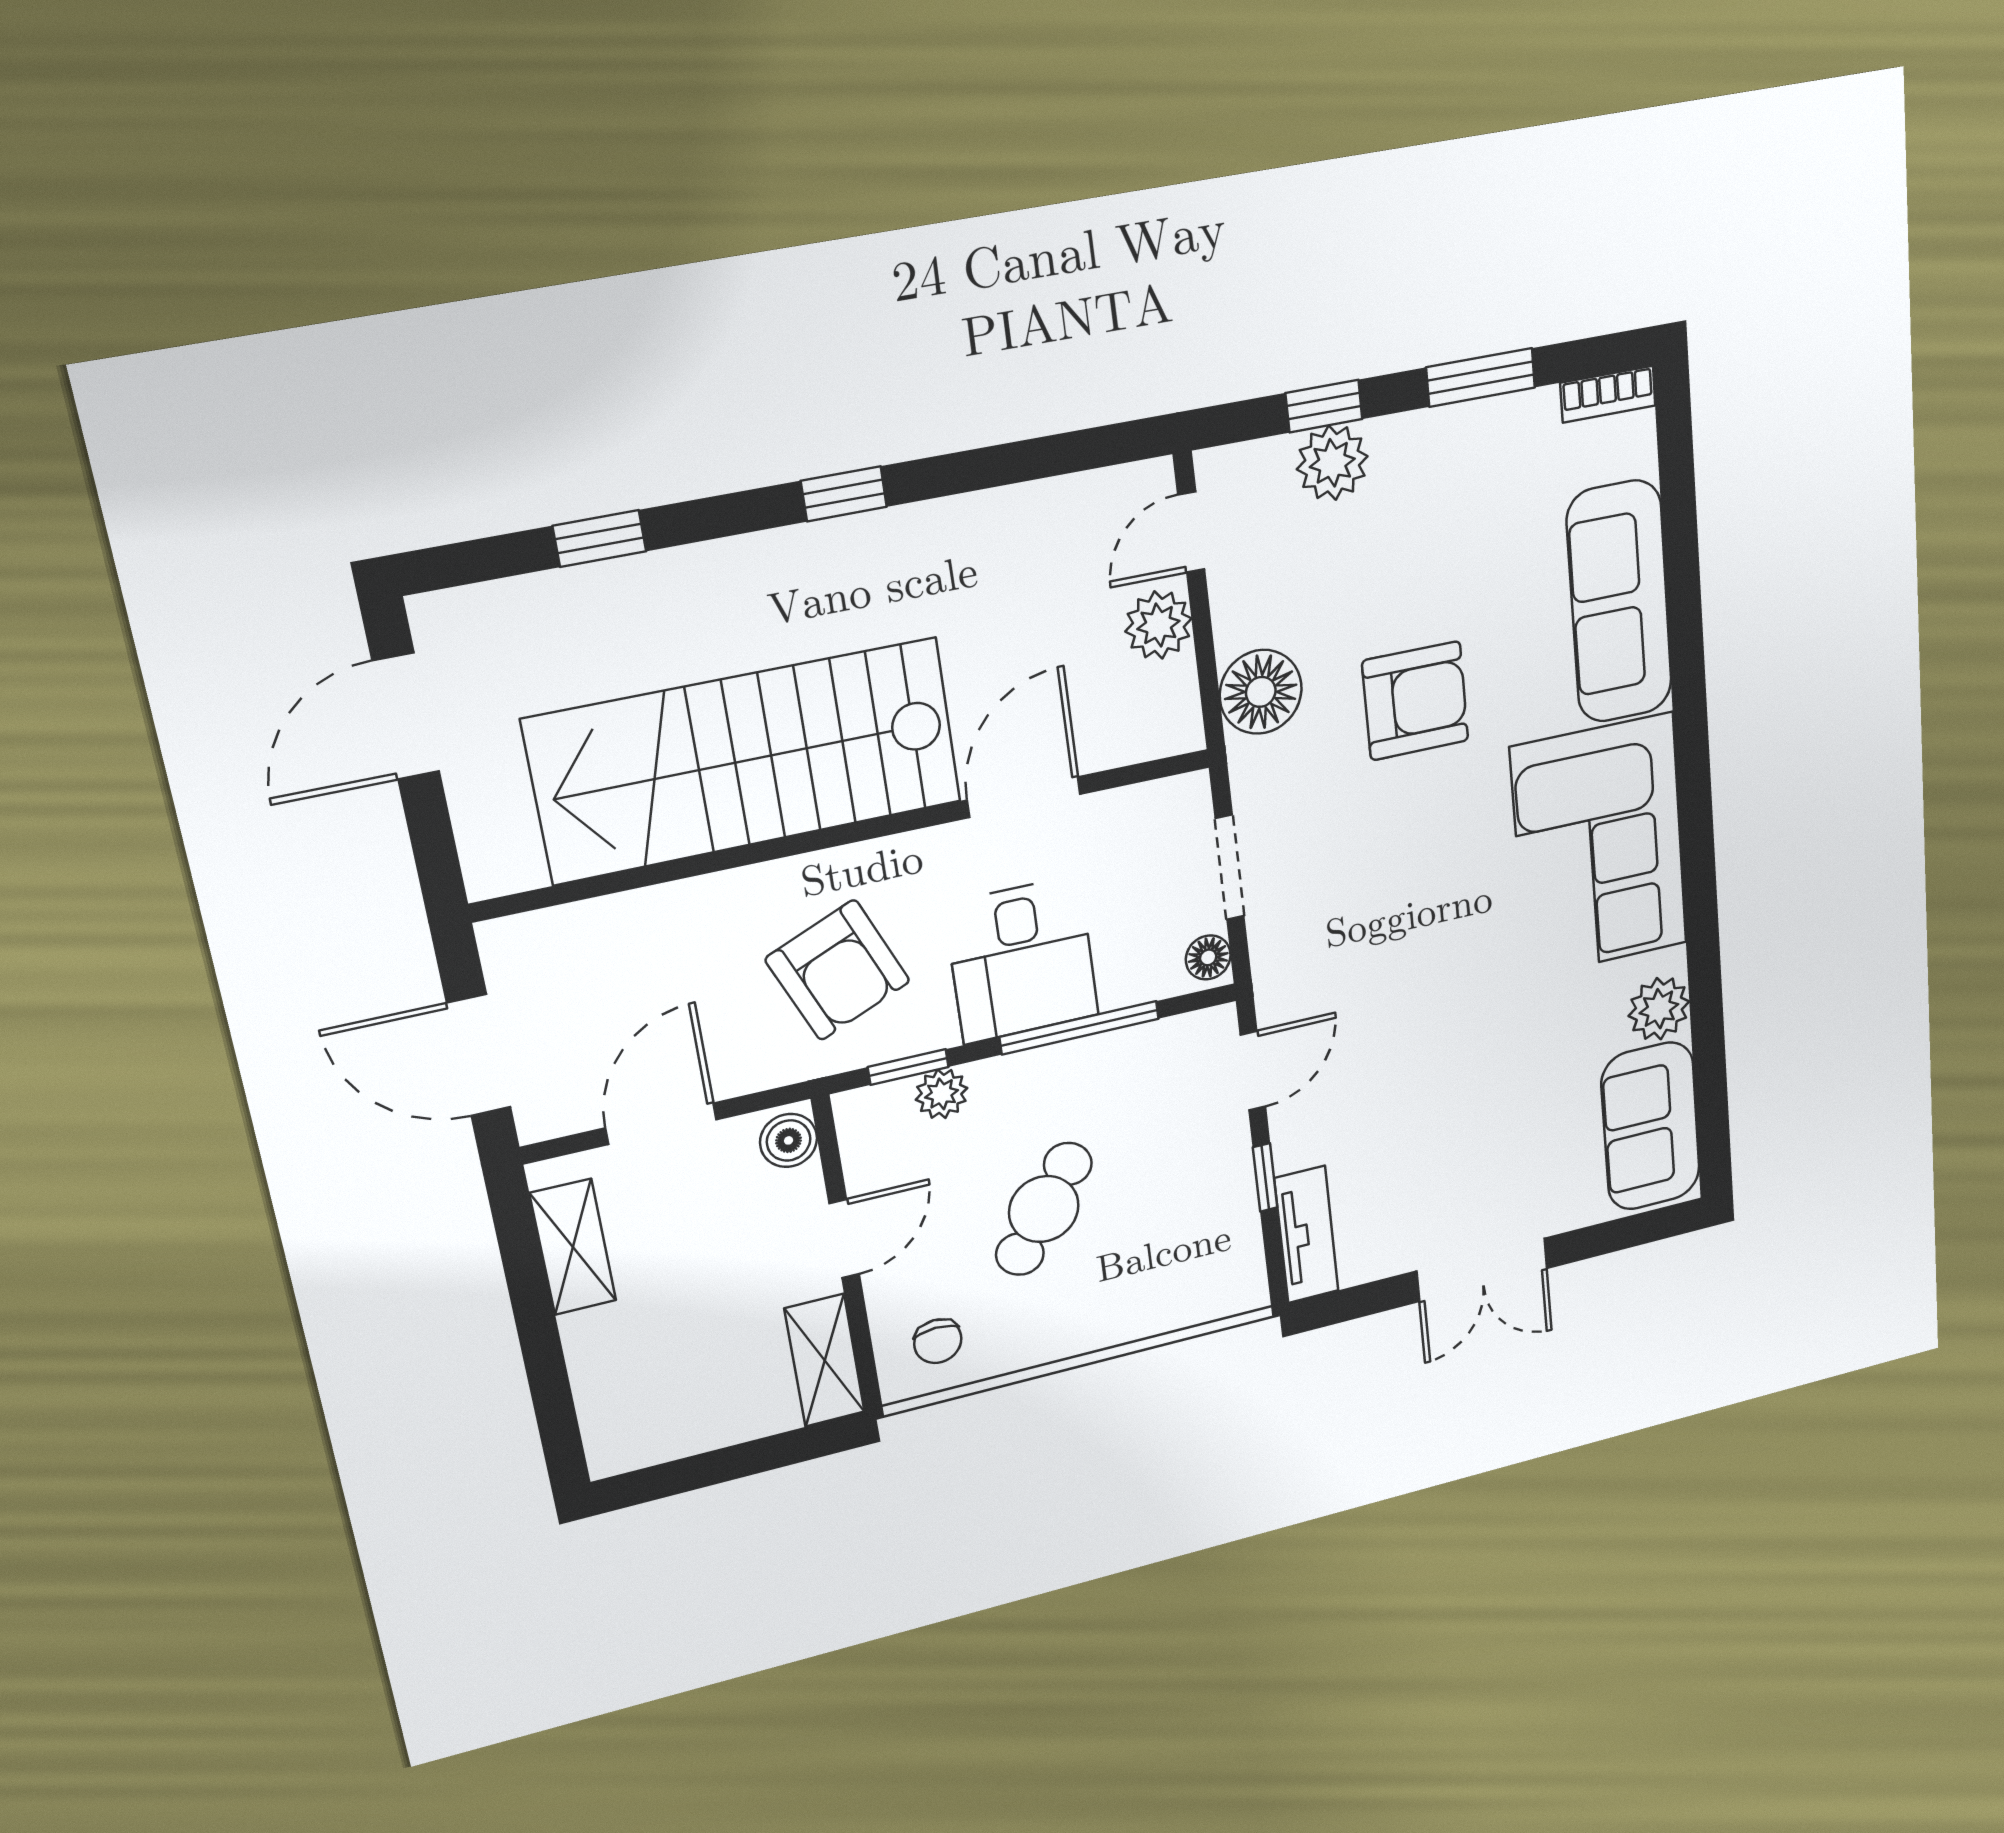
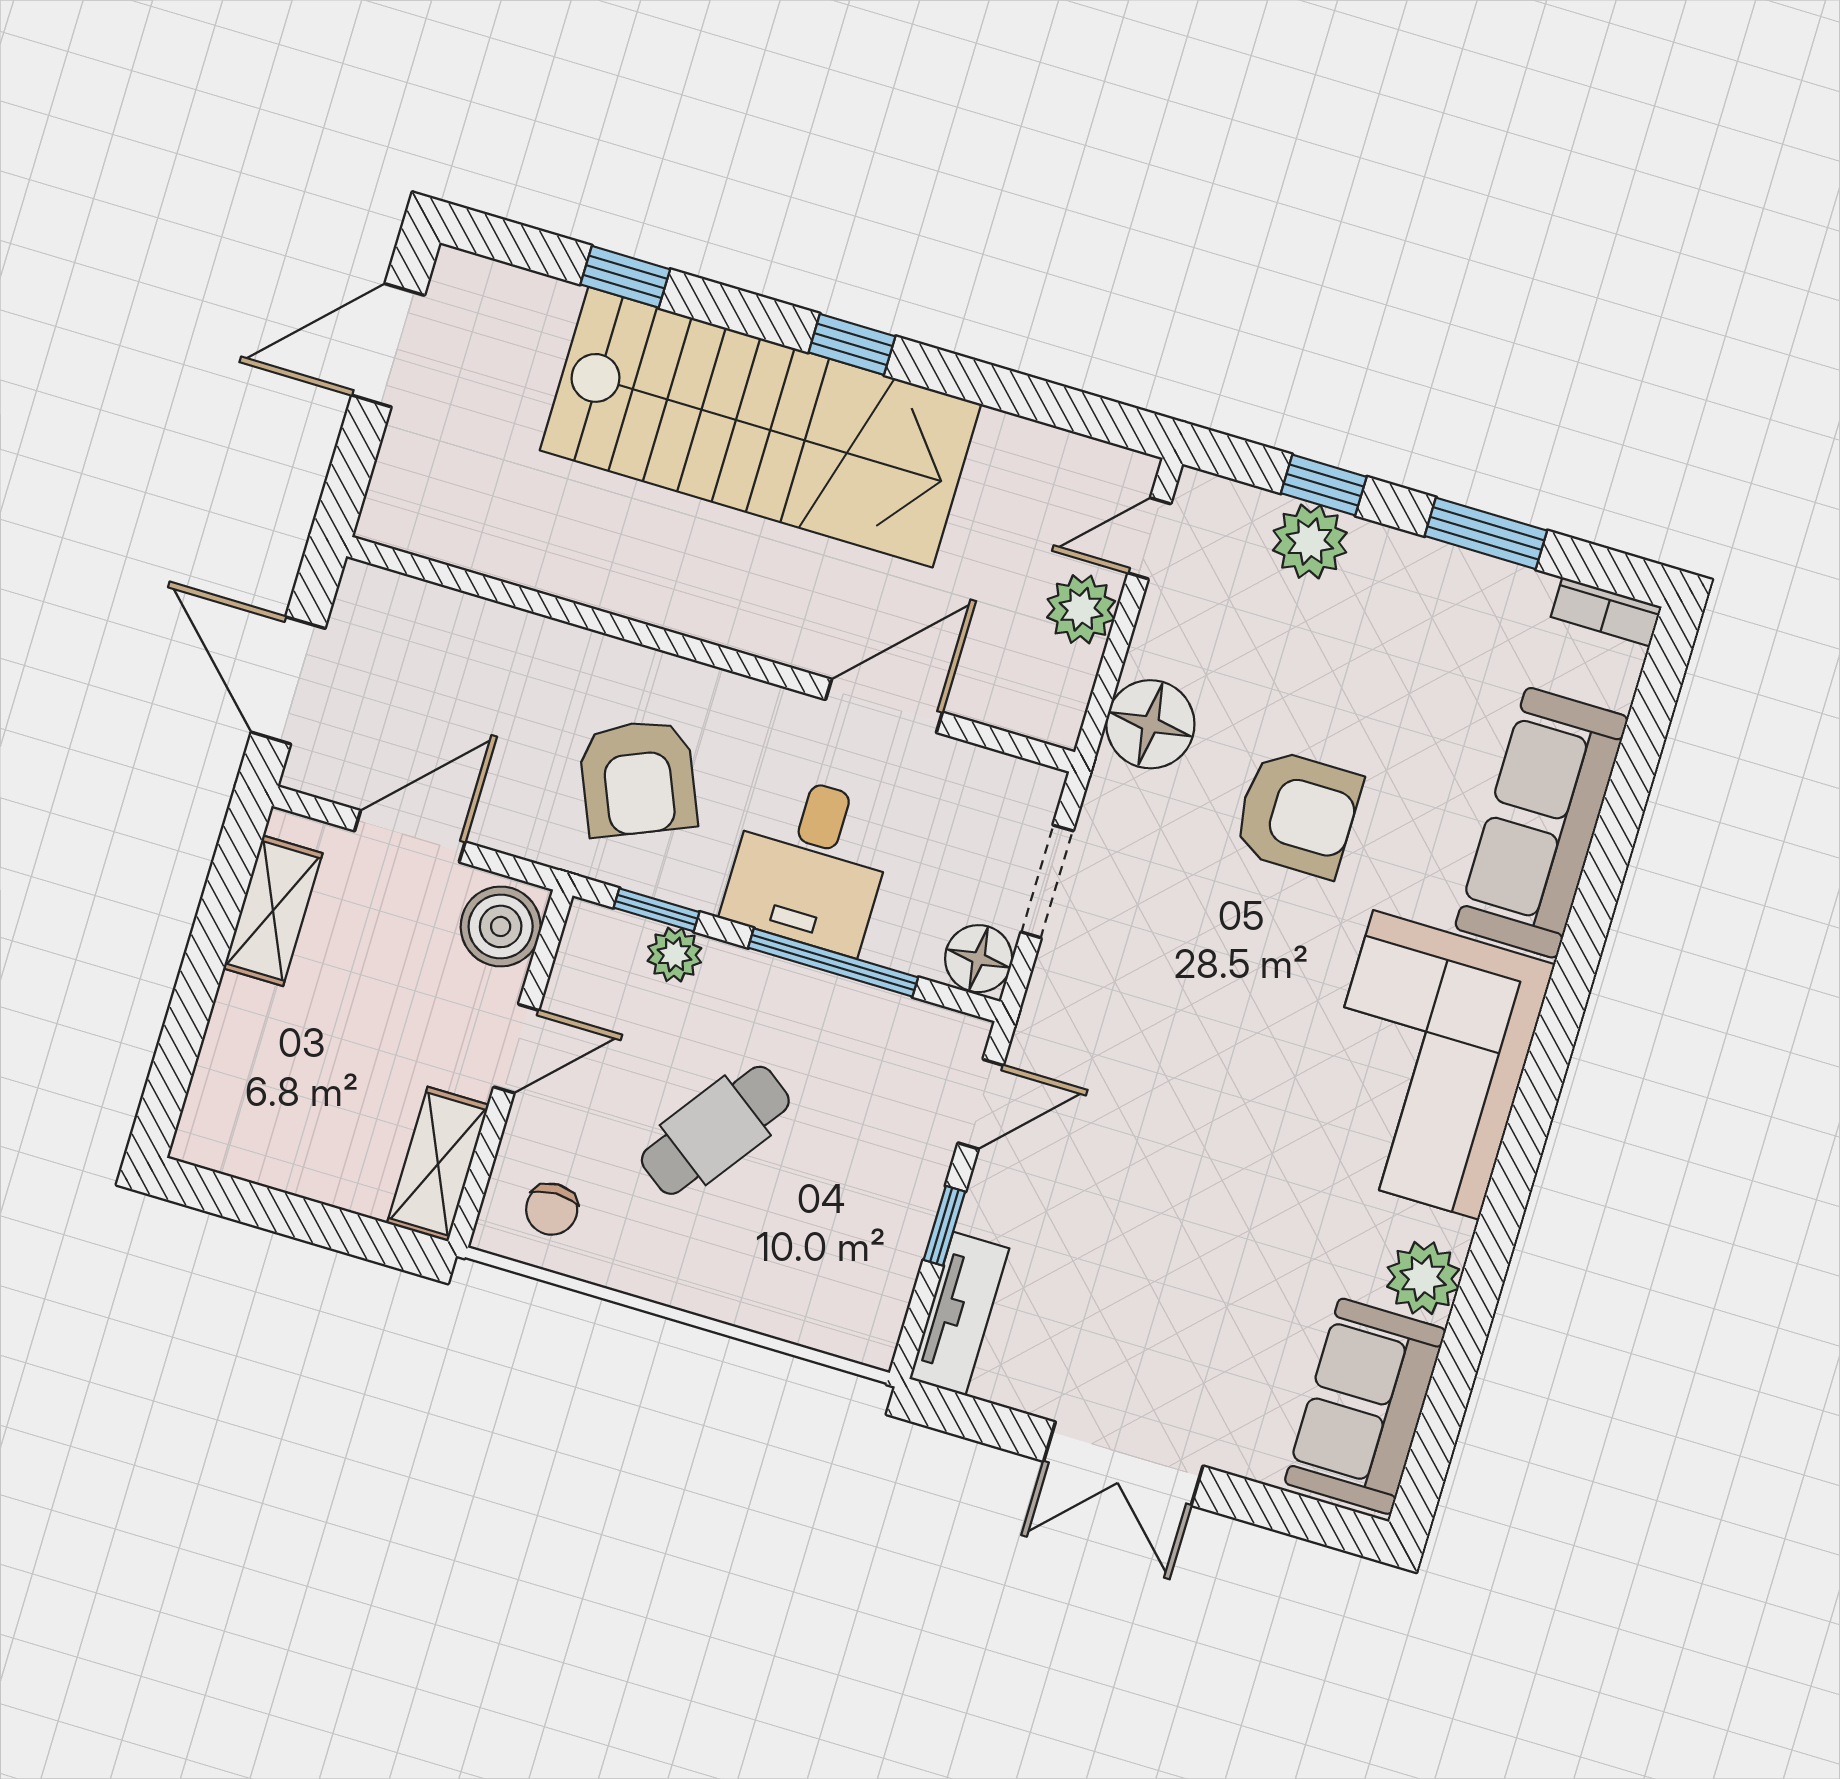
stairs: (746, 761) -> (761, 427), moved, turned 180
floor lamp: (1208, 957) -> (979, 959), width x1.37, depth x1.37
boiler: (789, 1140) -> (501, 926), width x1.36, depth x1.36

